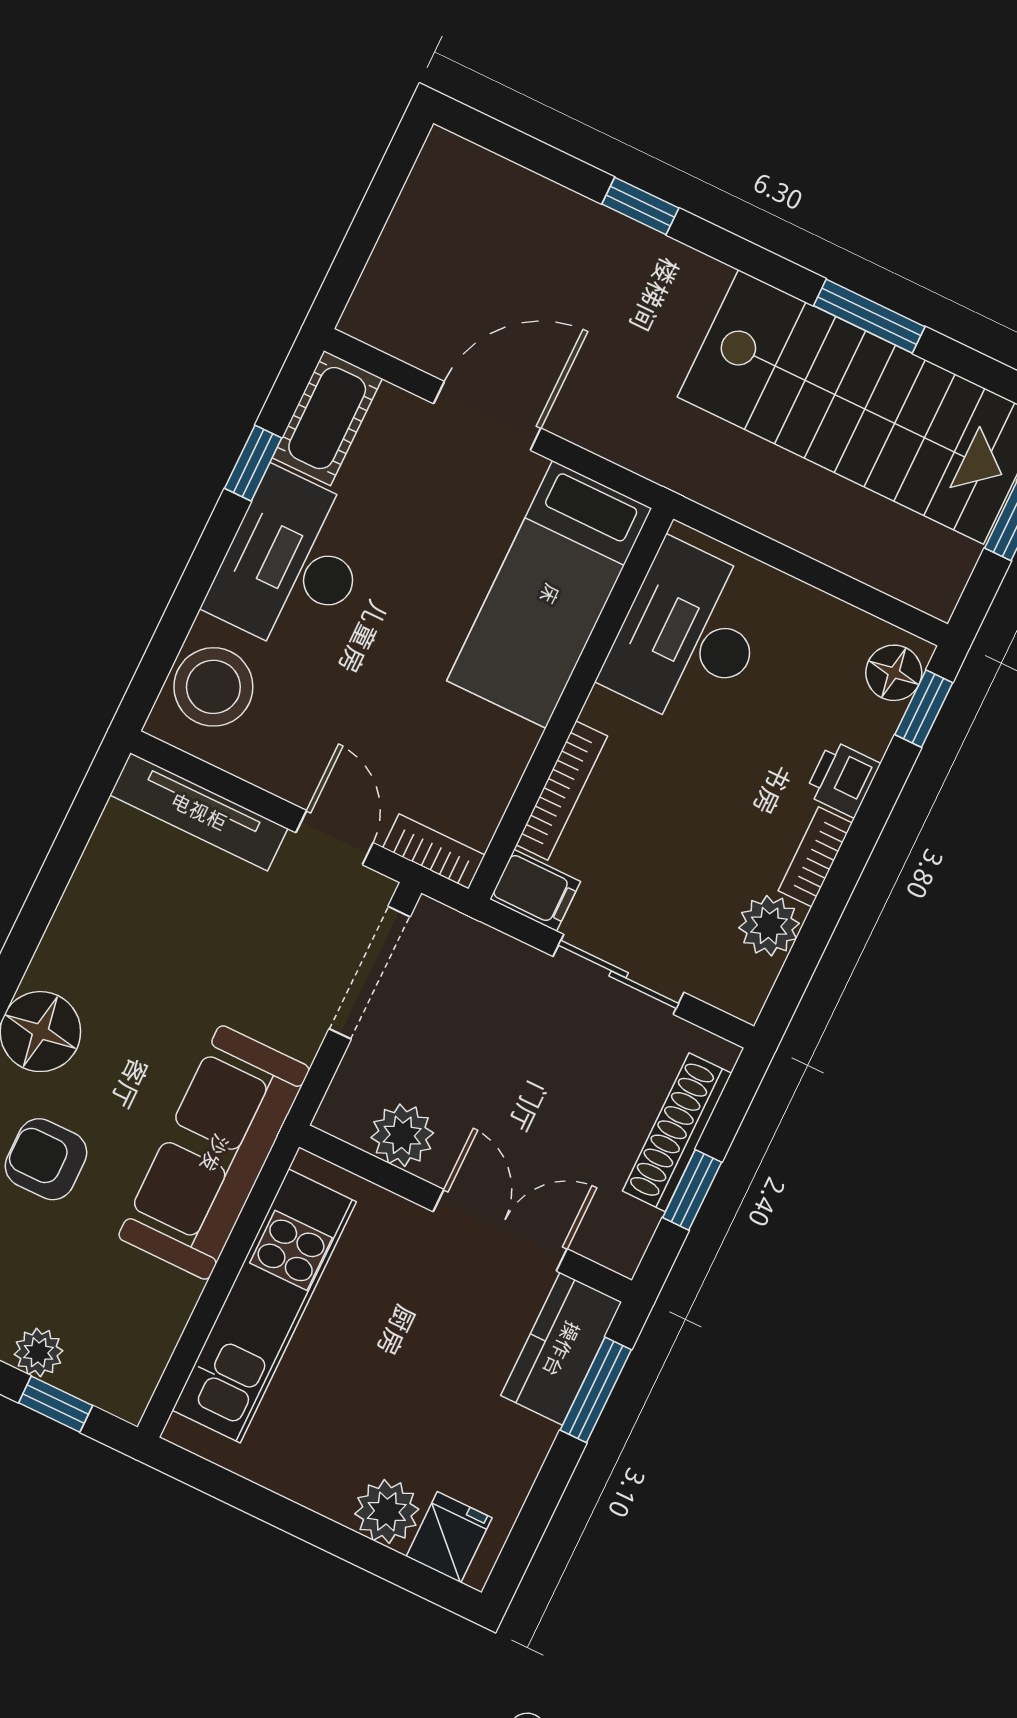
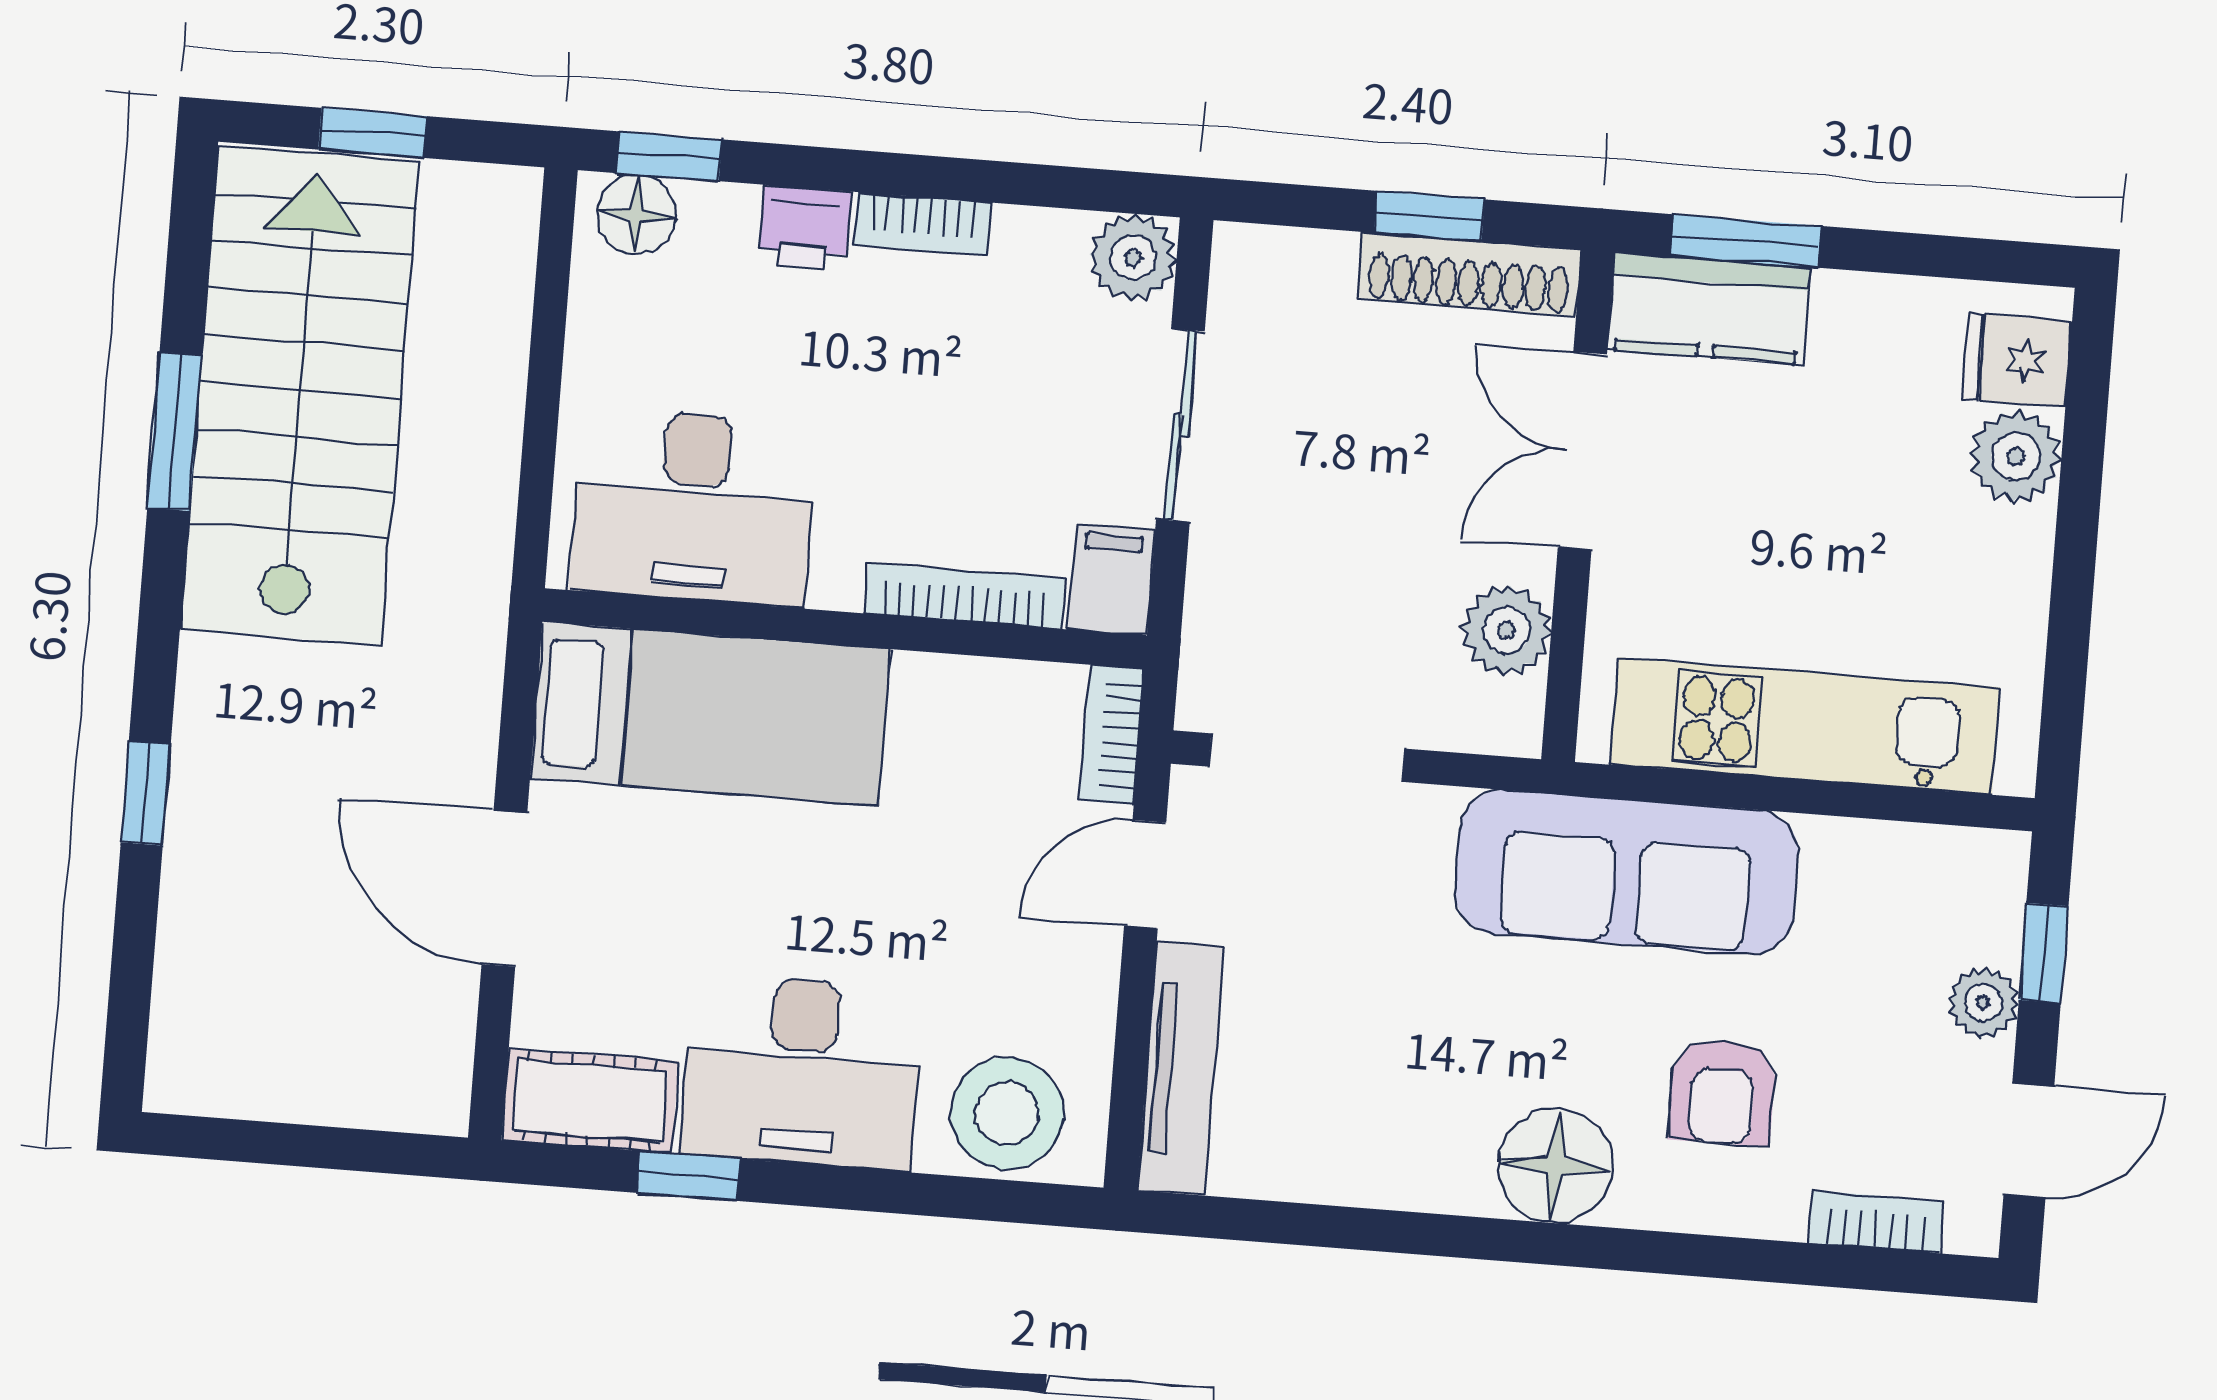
plant: (769, 926) -> (1133, 257), moved
shoe rack: (677, 1132) -> (1469, 274), moved

